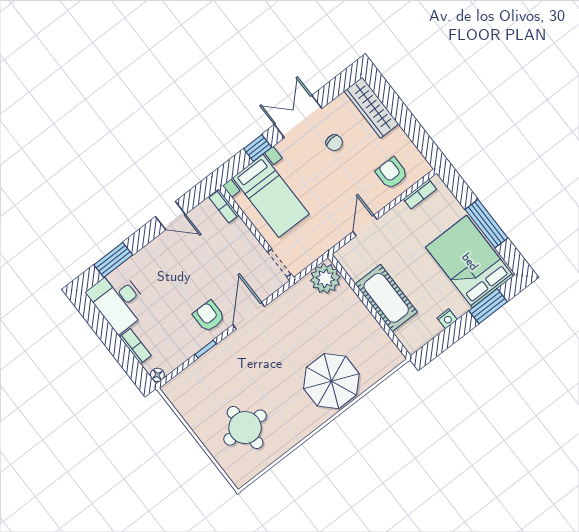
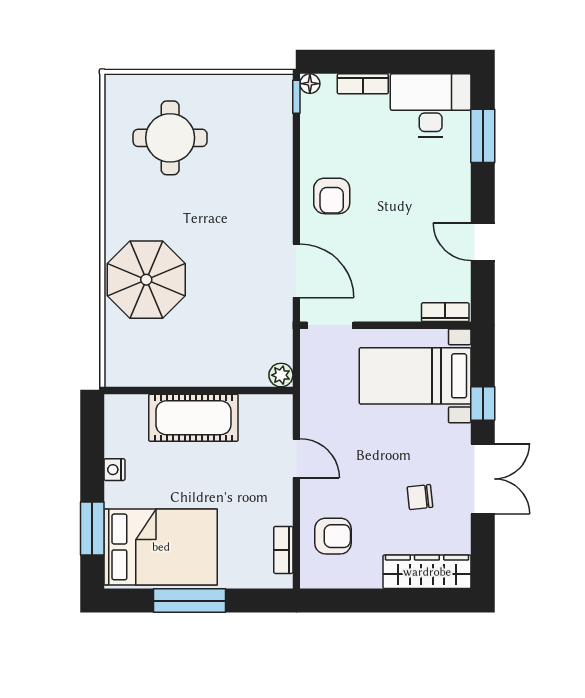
door: (170, 216) -> (483, 242), hinge flipped
plant: (325, 279) -> (281, 375), width x0.53, depth x0.53
armchair: (209, 316) -> (332, 196), turned 90
door: (249, 316) -> (296, 271), moved
window: (206, 349) -> (296, 97), moved

